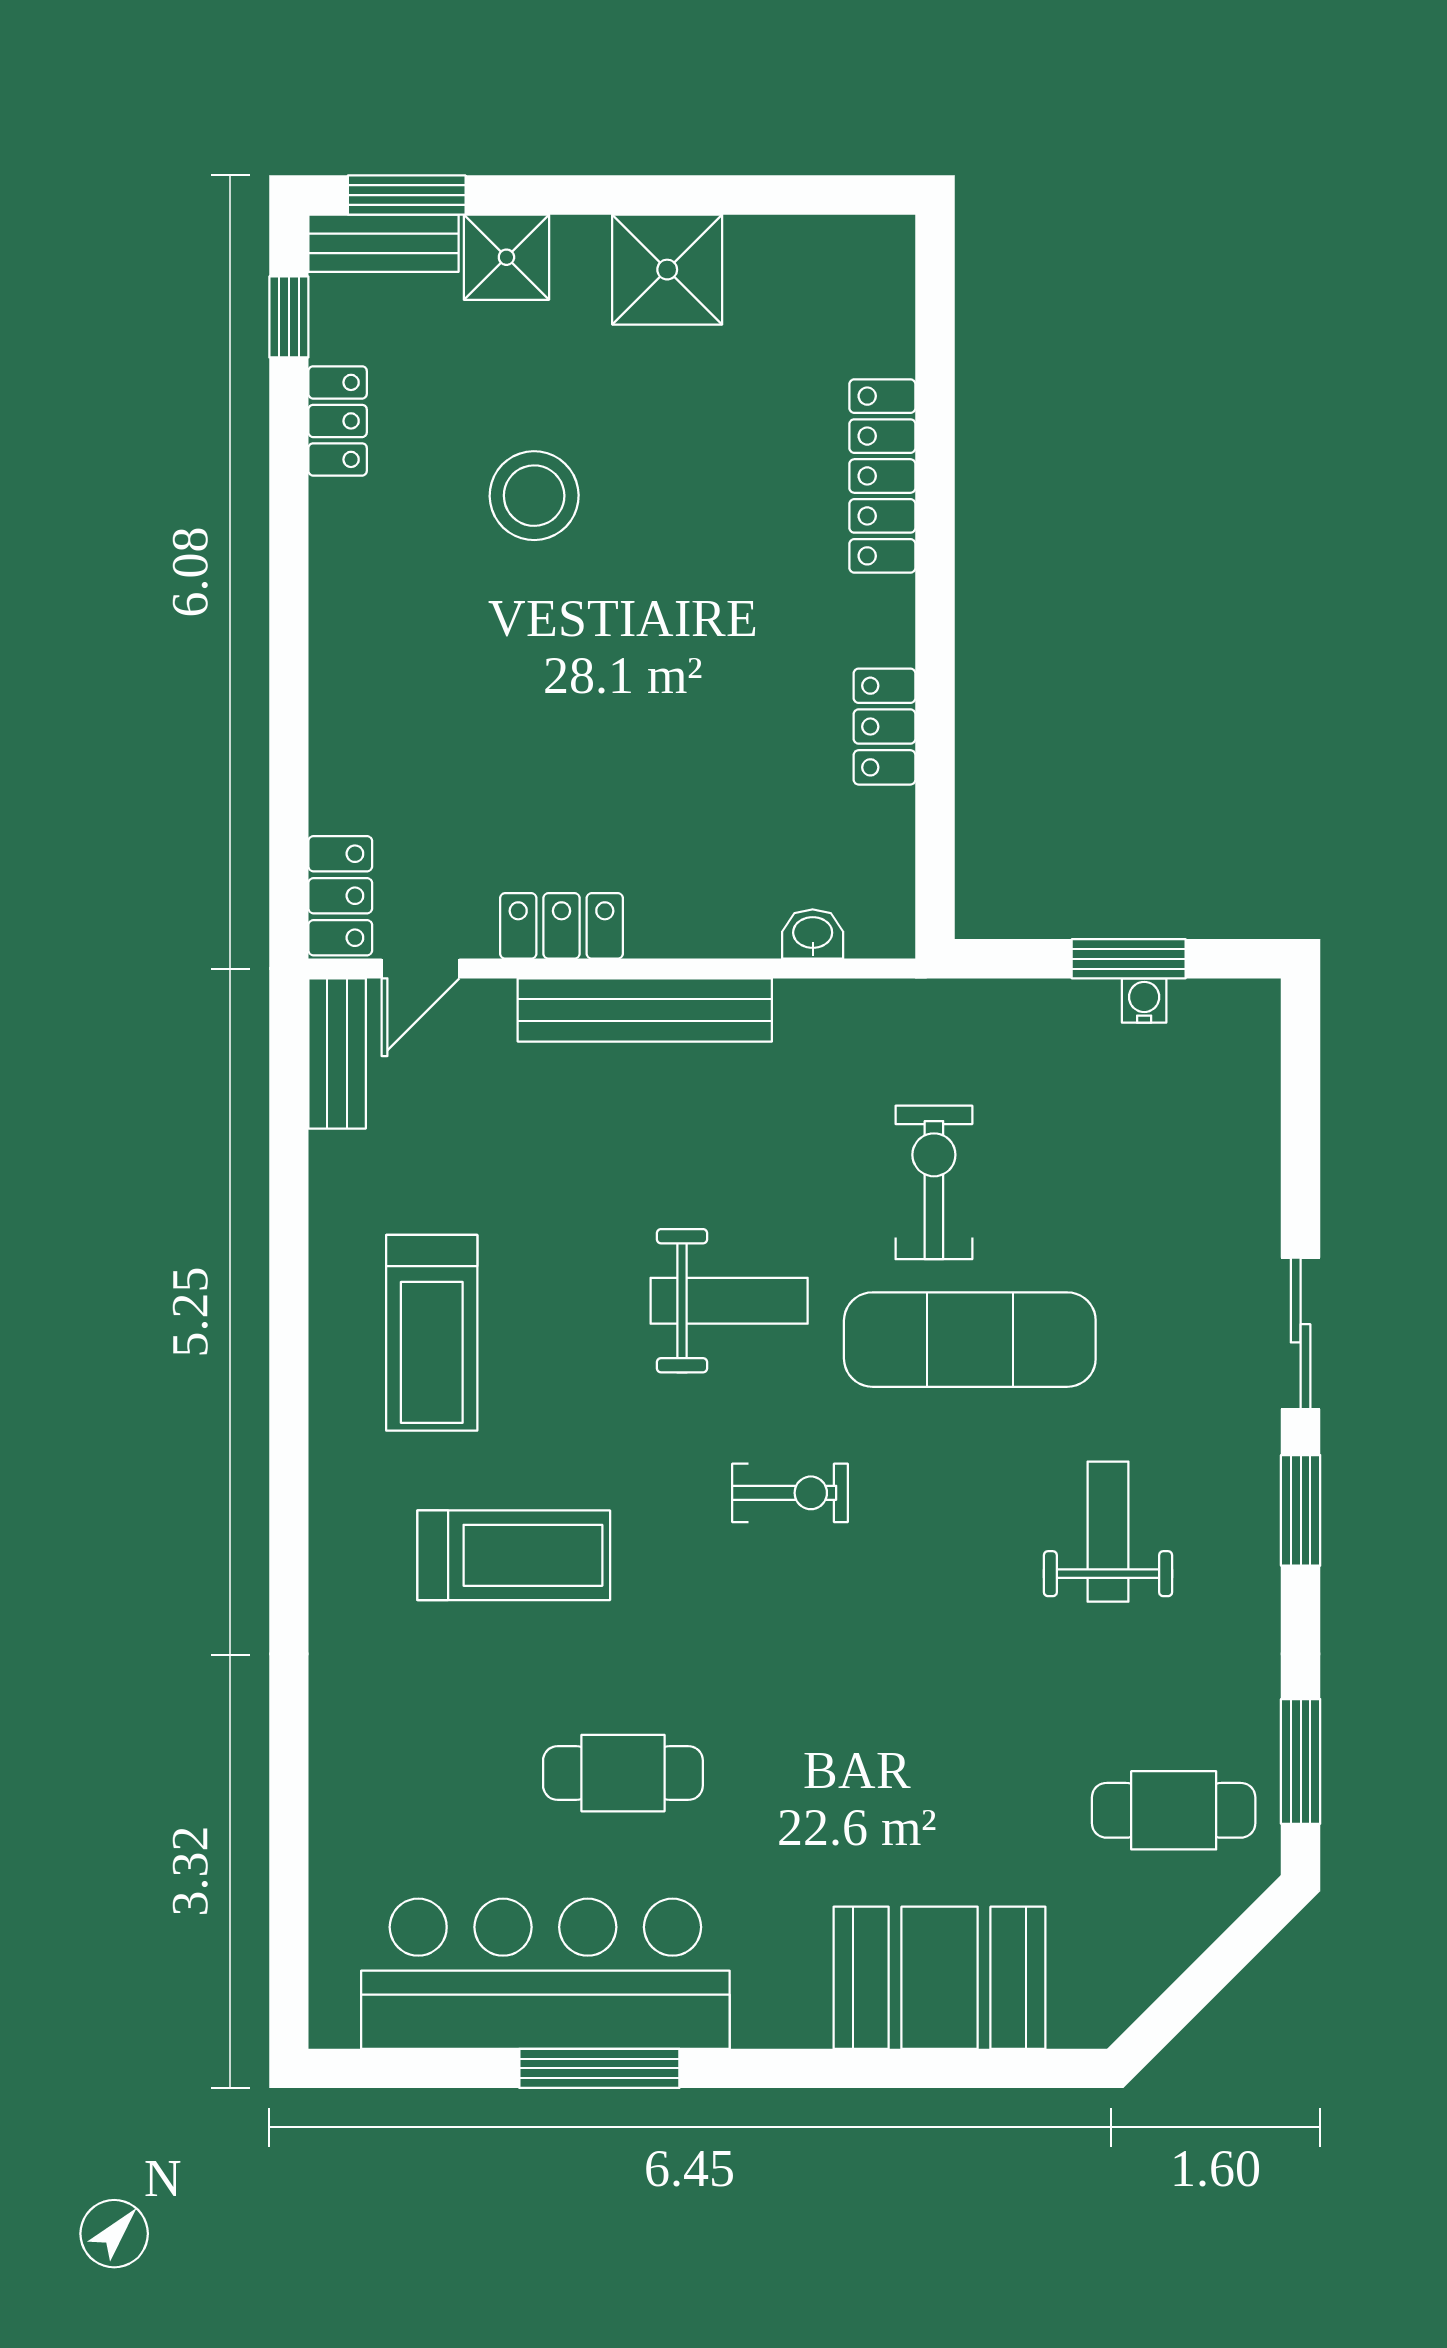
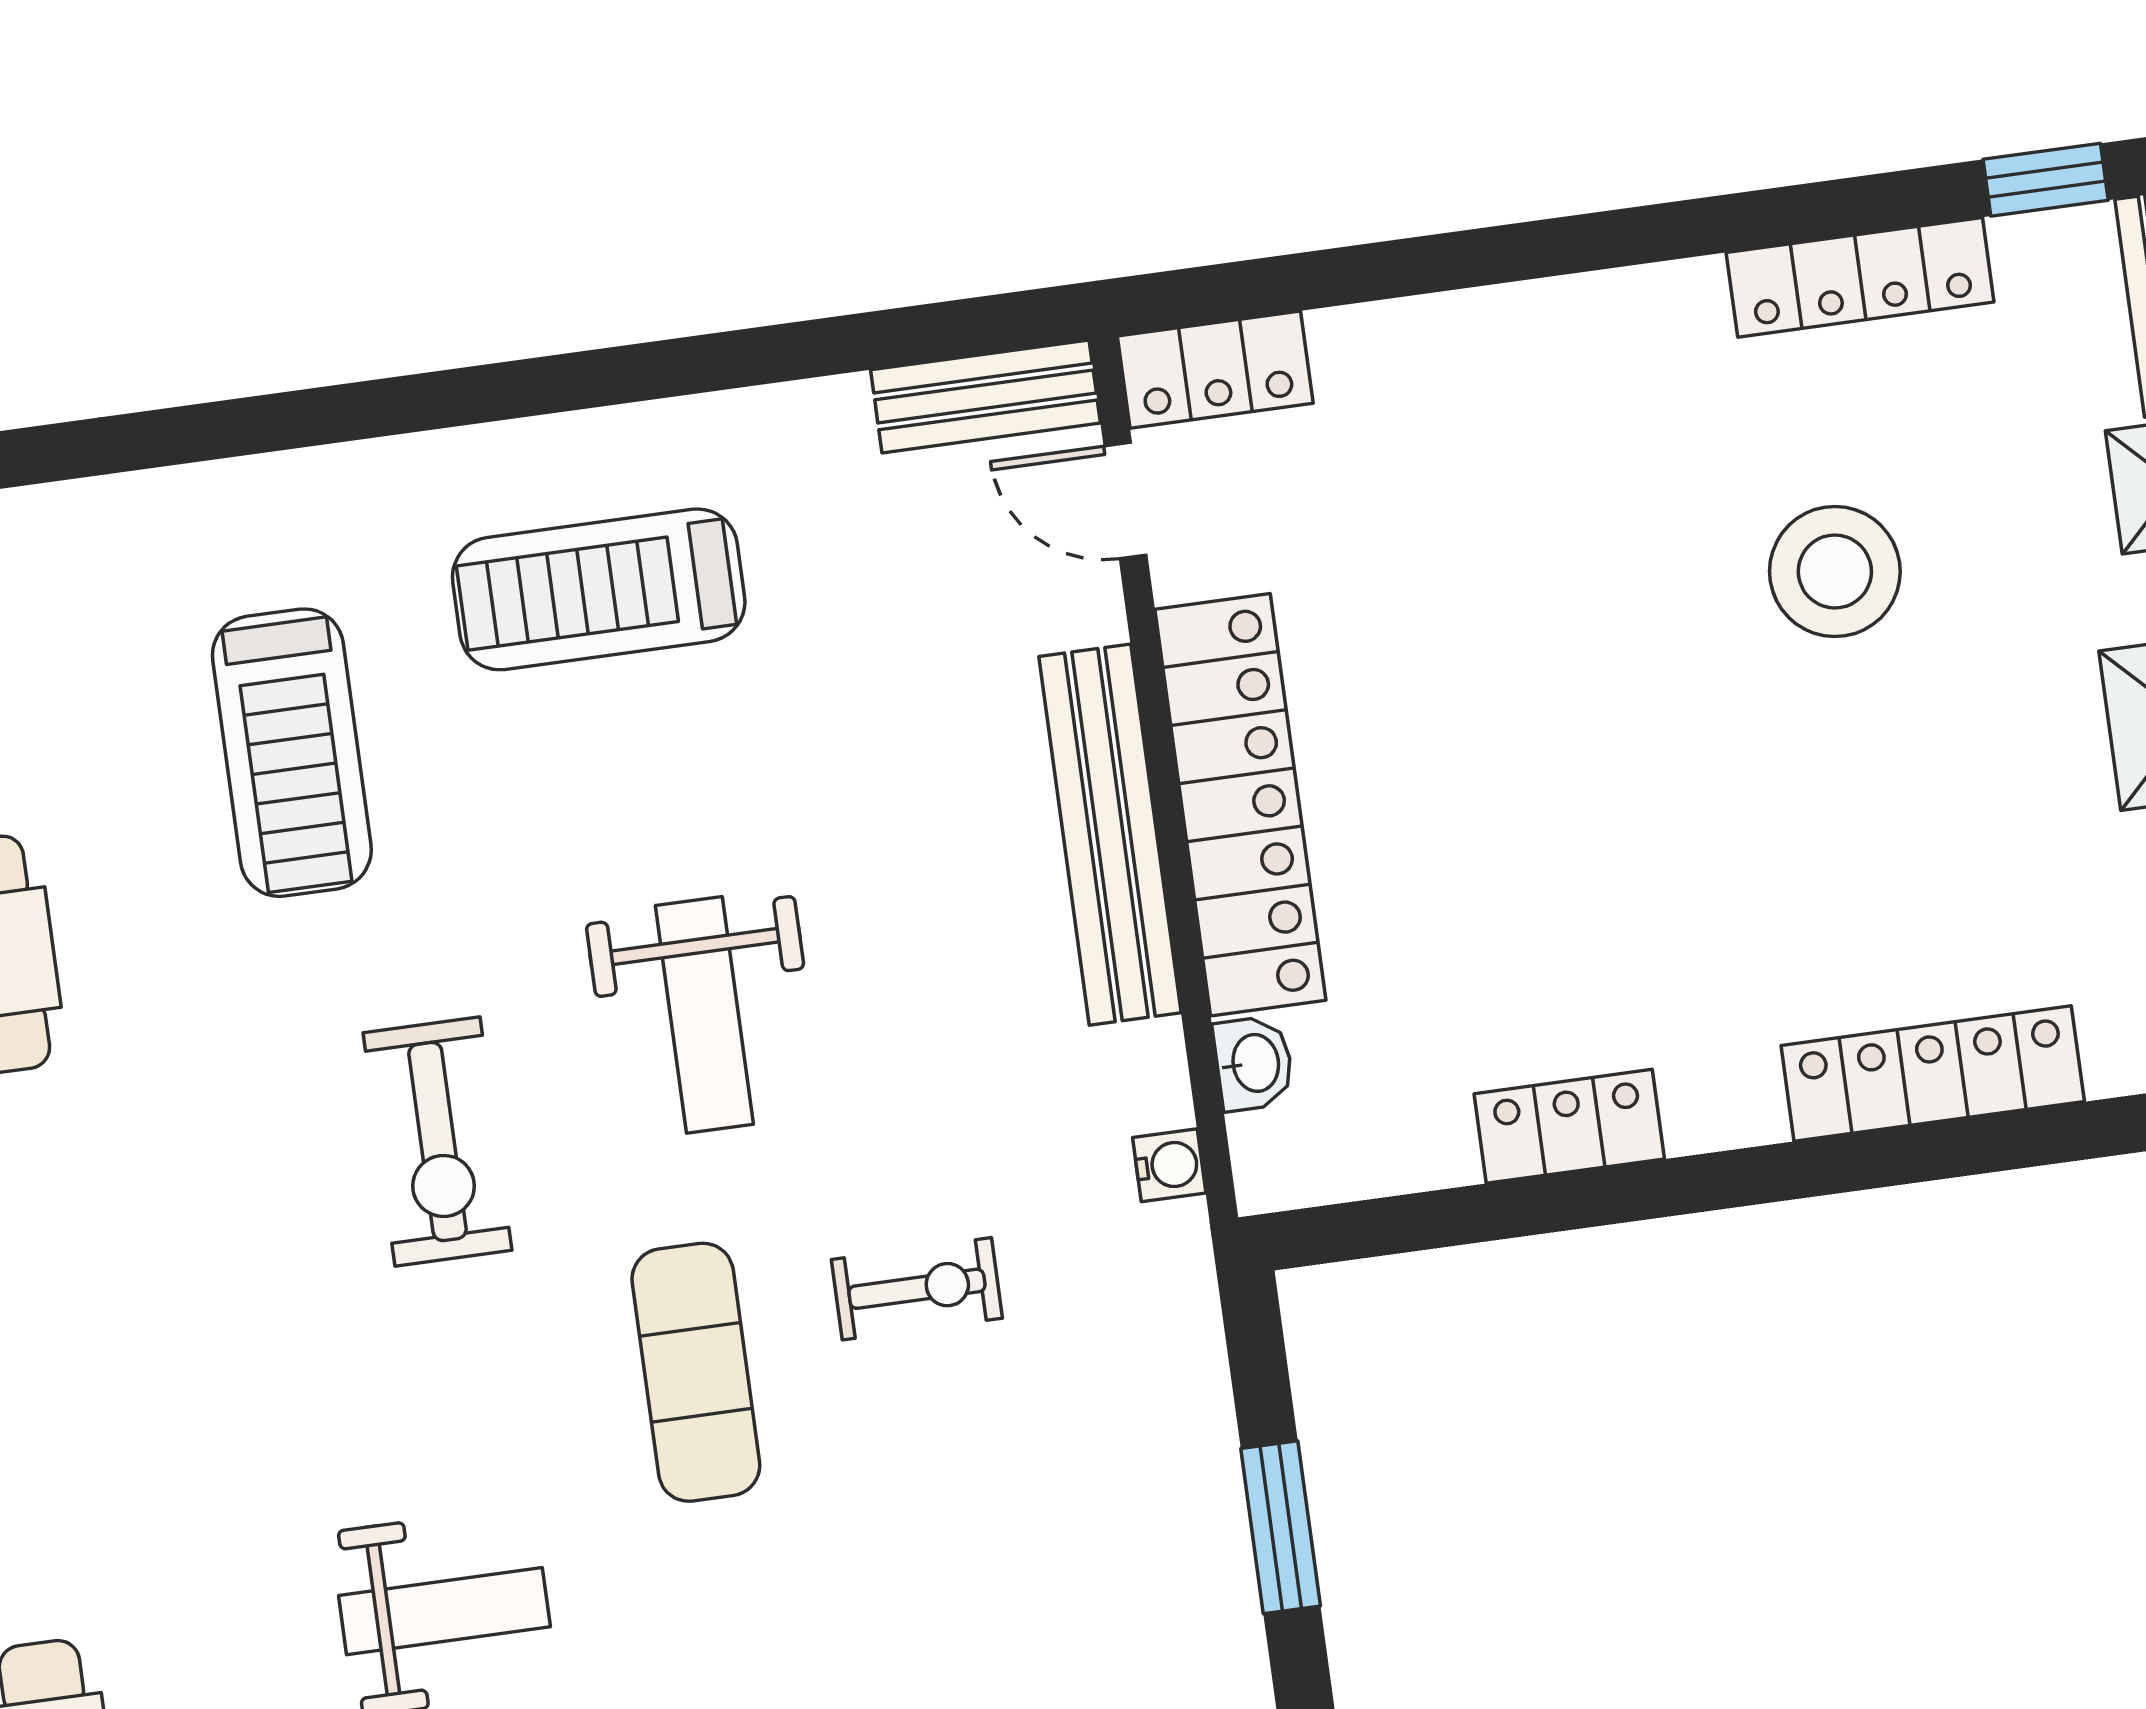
locker: (338, 421) -> (1860, 277), width x1.53
locker: (561, 926) -> (1240, 805), width x2.16, depth x1.21
water cooler: (1144, 1000) -> (1169, 1165), moved
exercise bike: (934, 1182) -> (917, 1289), width x0.73, depth x0.72
exercise mat: (970, 1340) -> (696, 1372), width x0.73, depth x0.69
exercise bike: (790, 1493) -> (437, 1142), width x1.38, depth x1.39

